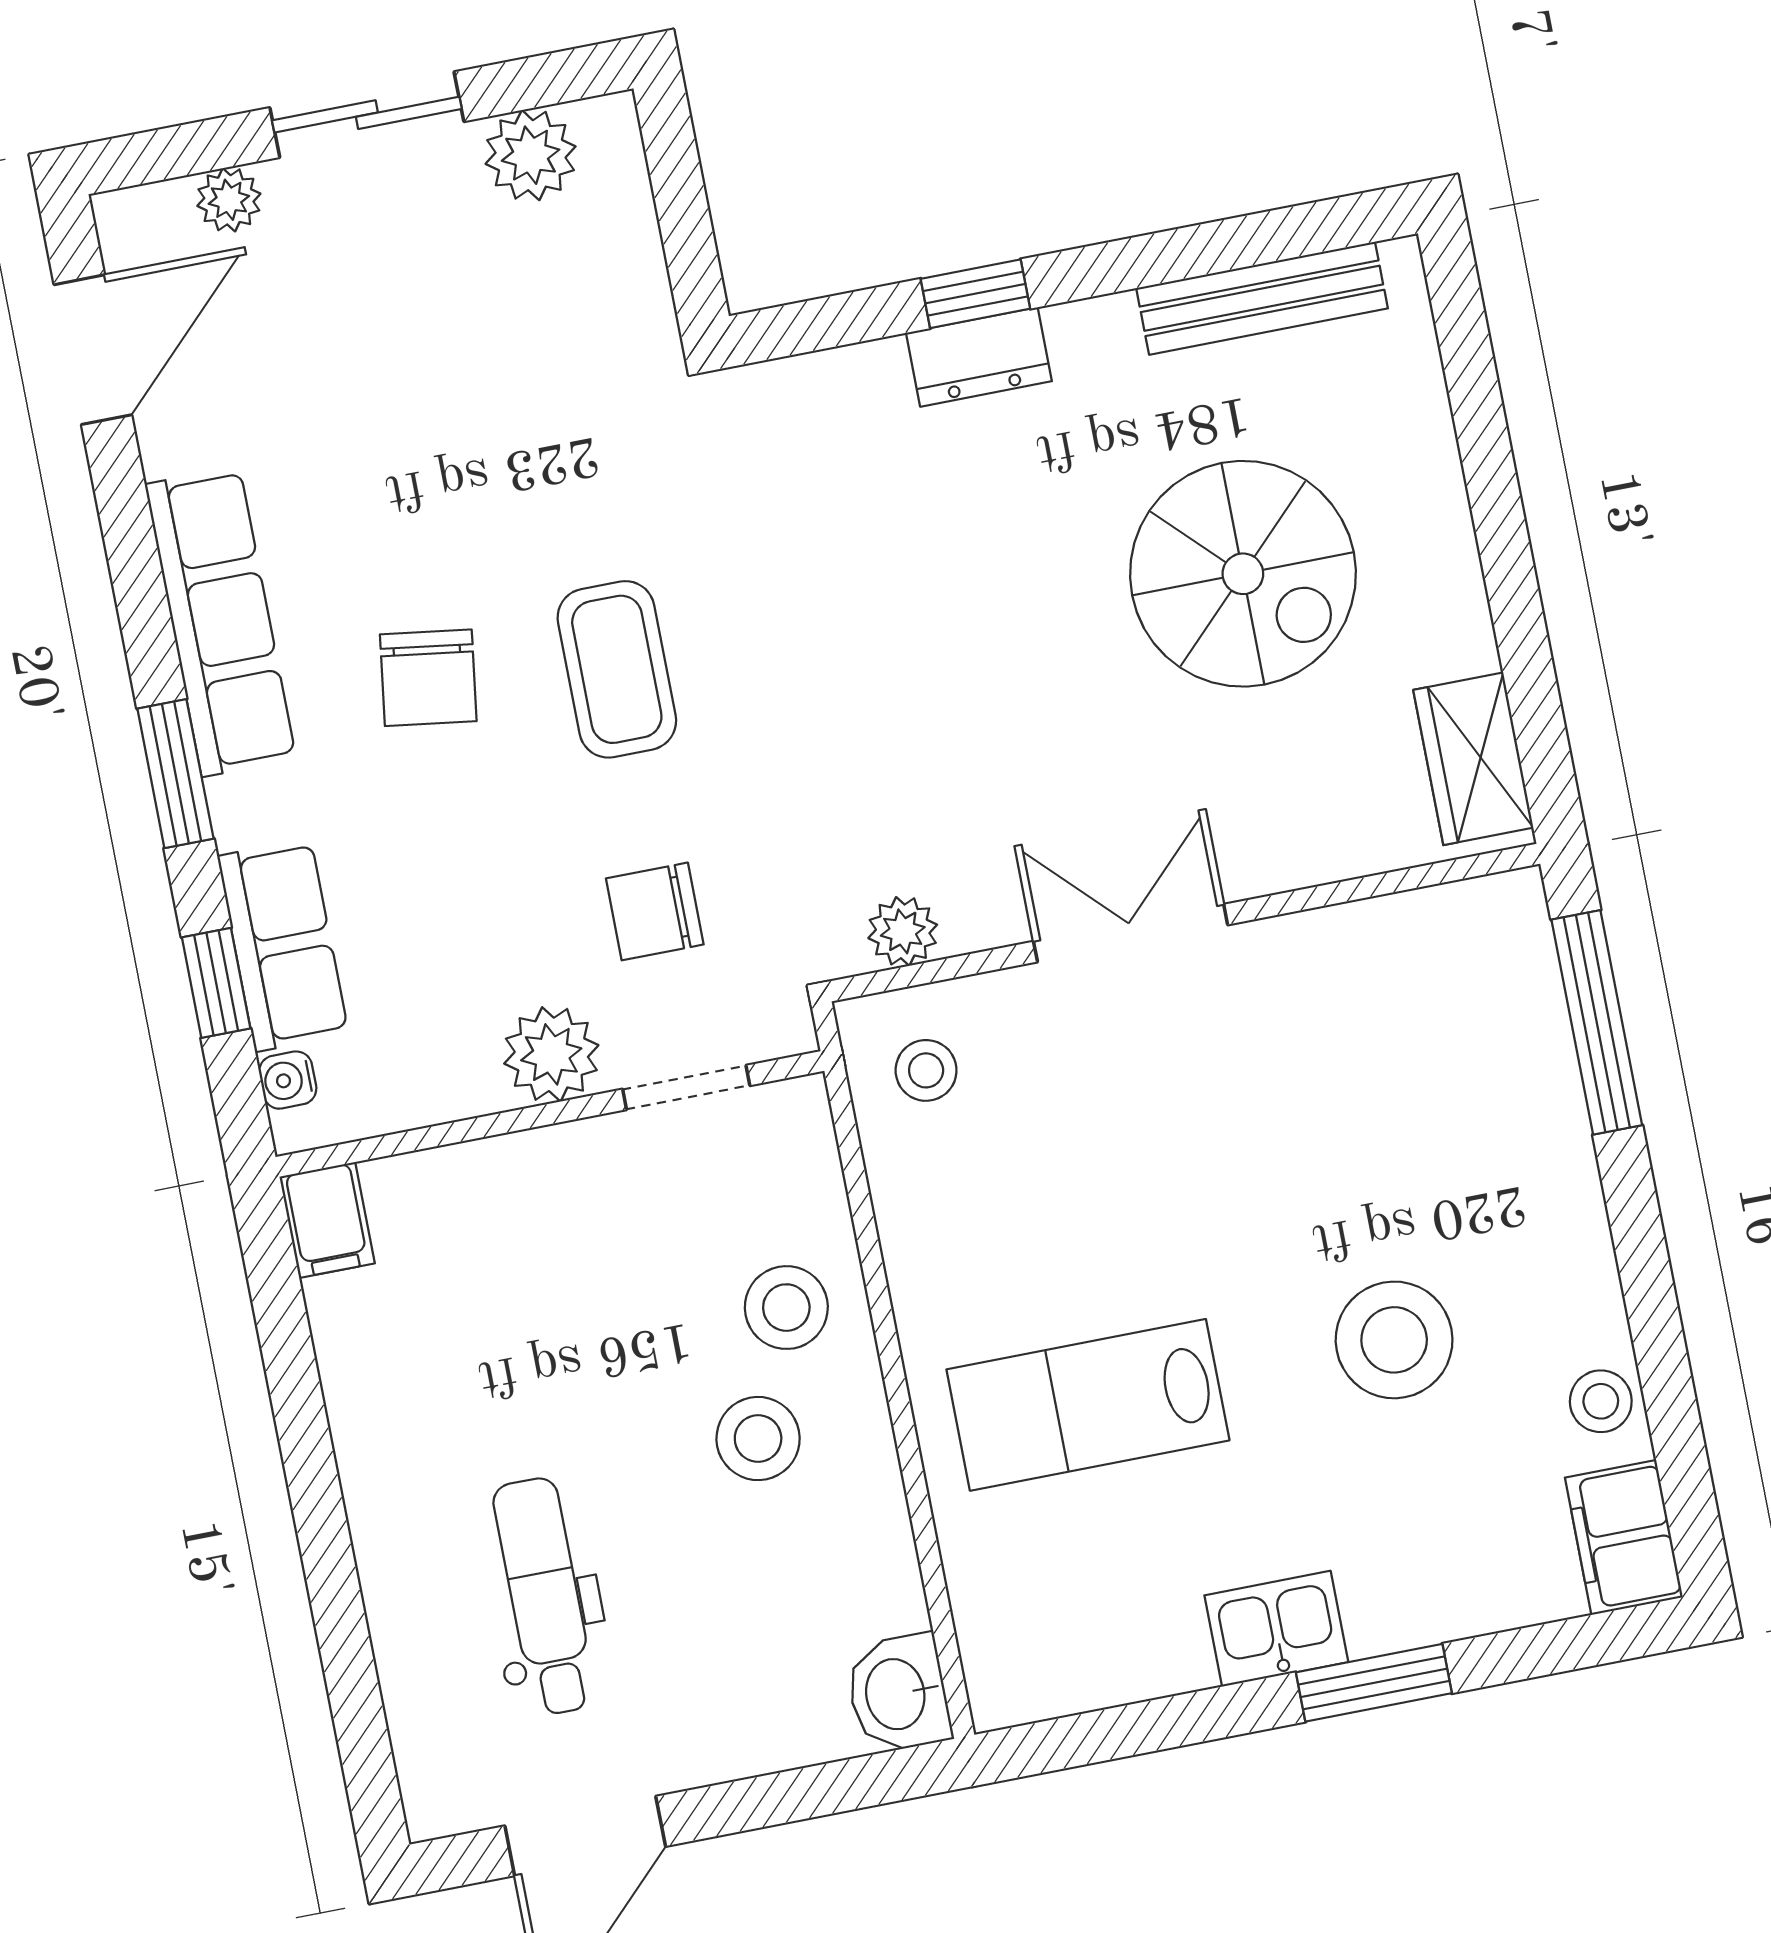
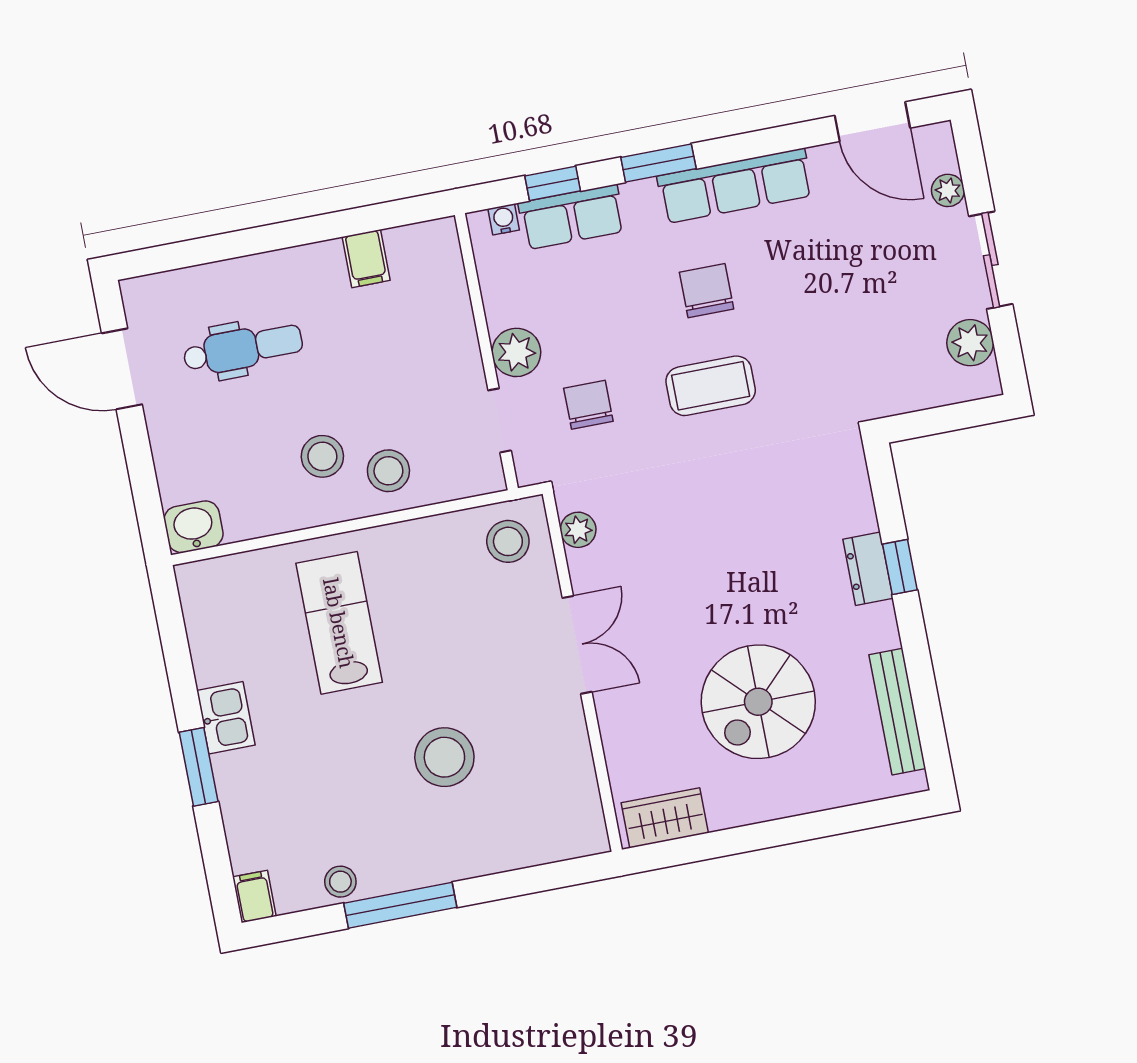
chair: (428, 678) -> (707, 291), turned 82
window: (1597, 1022) -> (400, 905), moved
stool: (926, 1070) -> (508, 541), width x1.37, depth x1.37
filing cabinet: (327, 1220) -> (366, 259), moved, turned -90
stool: (1394, 1340) -> (444, 757), moved
filing cabinet: (1624, 1537) -> (254, 897), width x0.50

